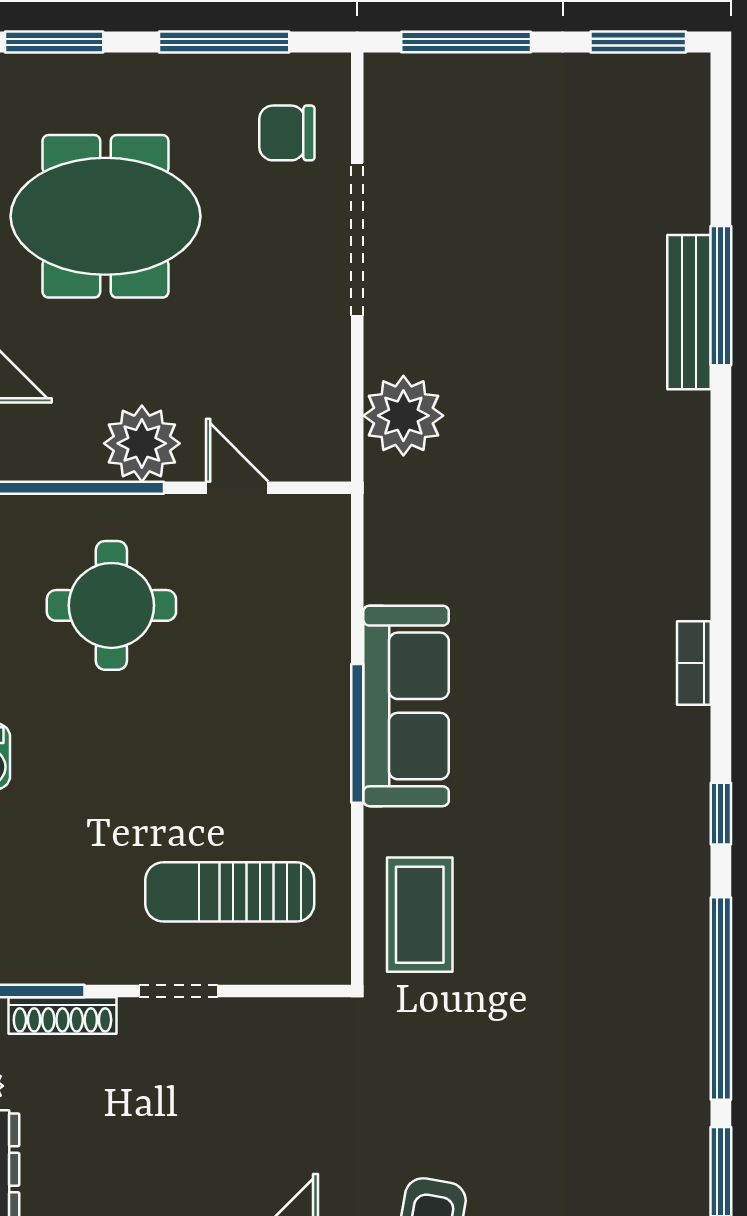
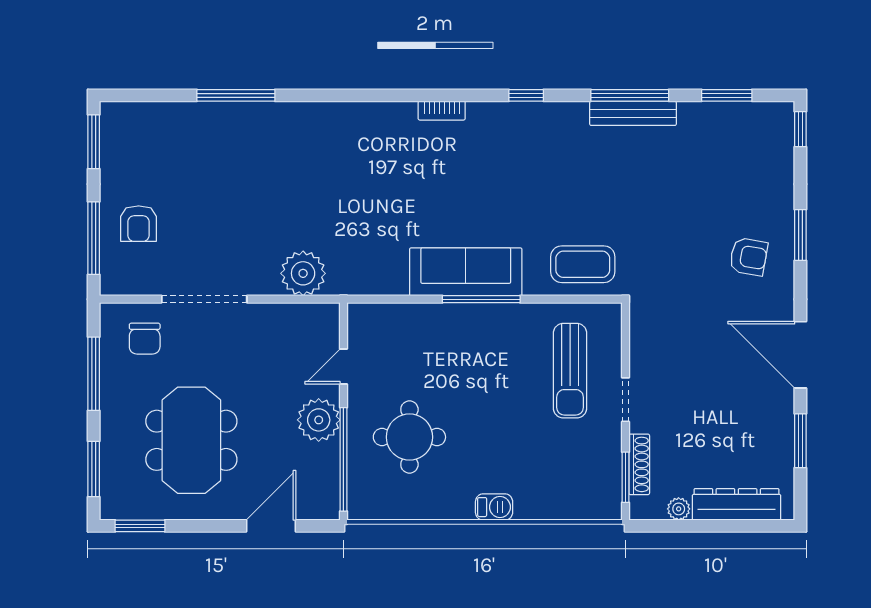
armchair: (492, 122) -> (139, 224), added
bench: (689, 312) -> (633, 113), moved
window: (721, 999) -> (630, 95), width x0.68

